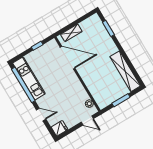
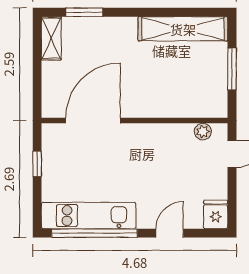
shelving: (71, 33) -> (51, 38), moved

